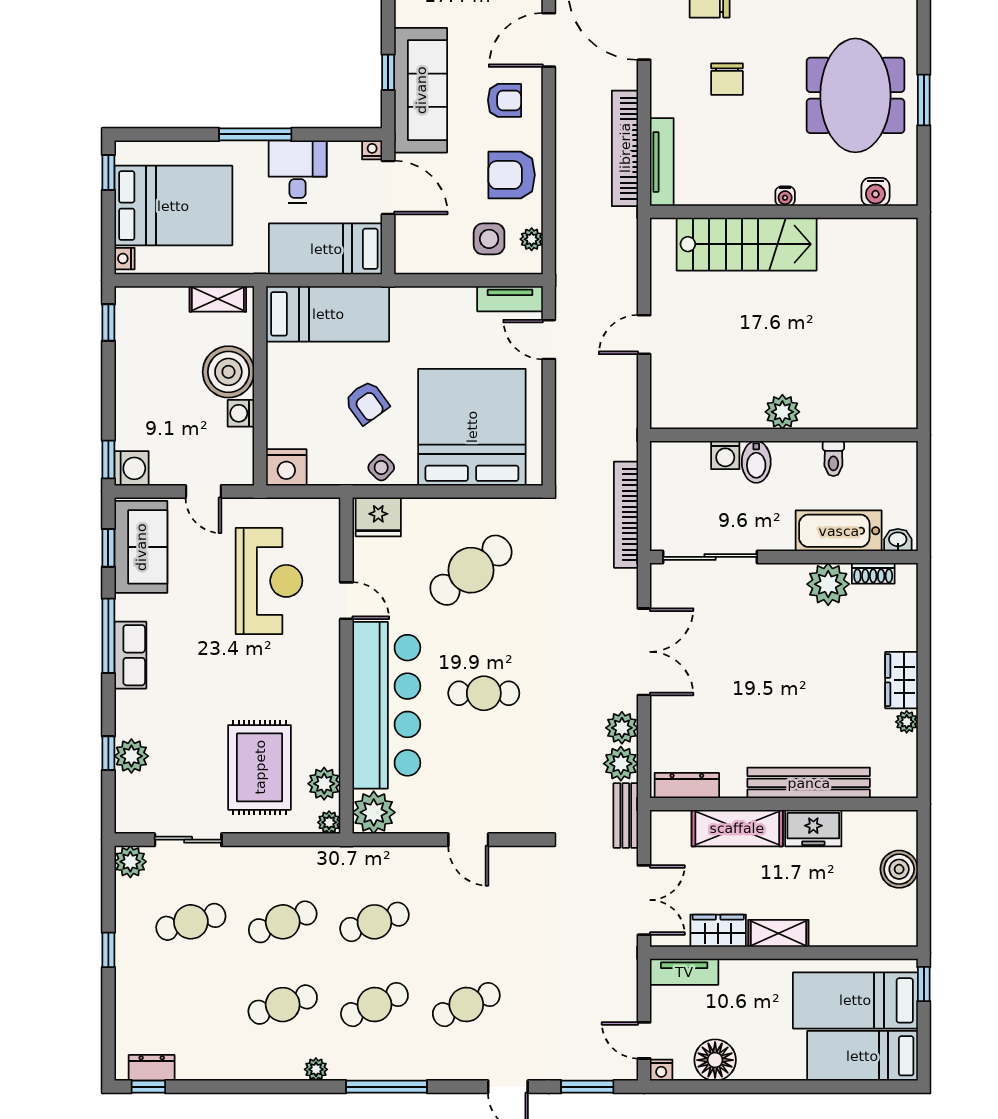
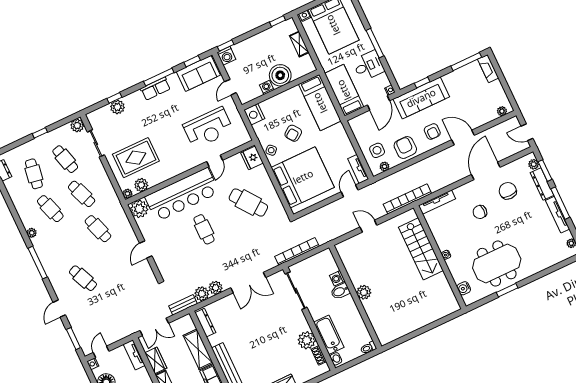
bookcase: (625, 148) -> (407, 199), moved
shelving: (218, 299) -> (299, 44), moved
toilet: (833, 459) -> (368, 348), moved
cafe table: (374, 1005) -> (34, 174), moved, turned 33

